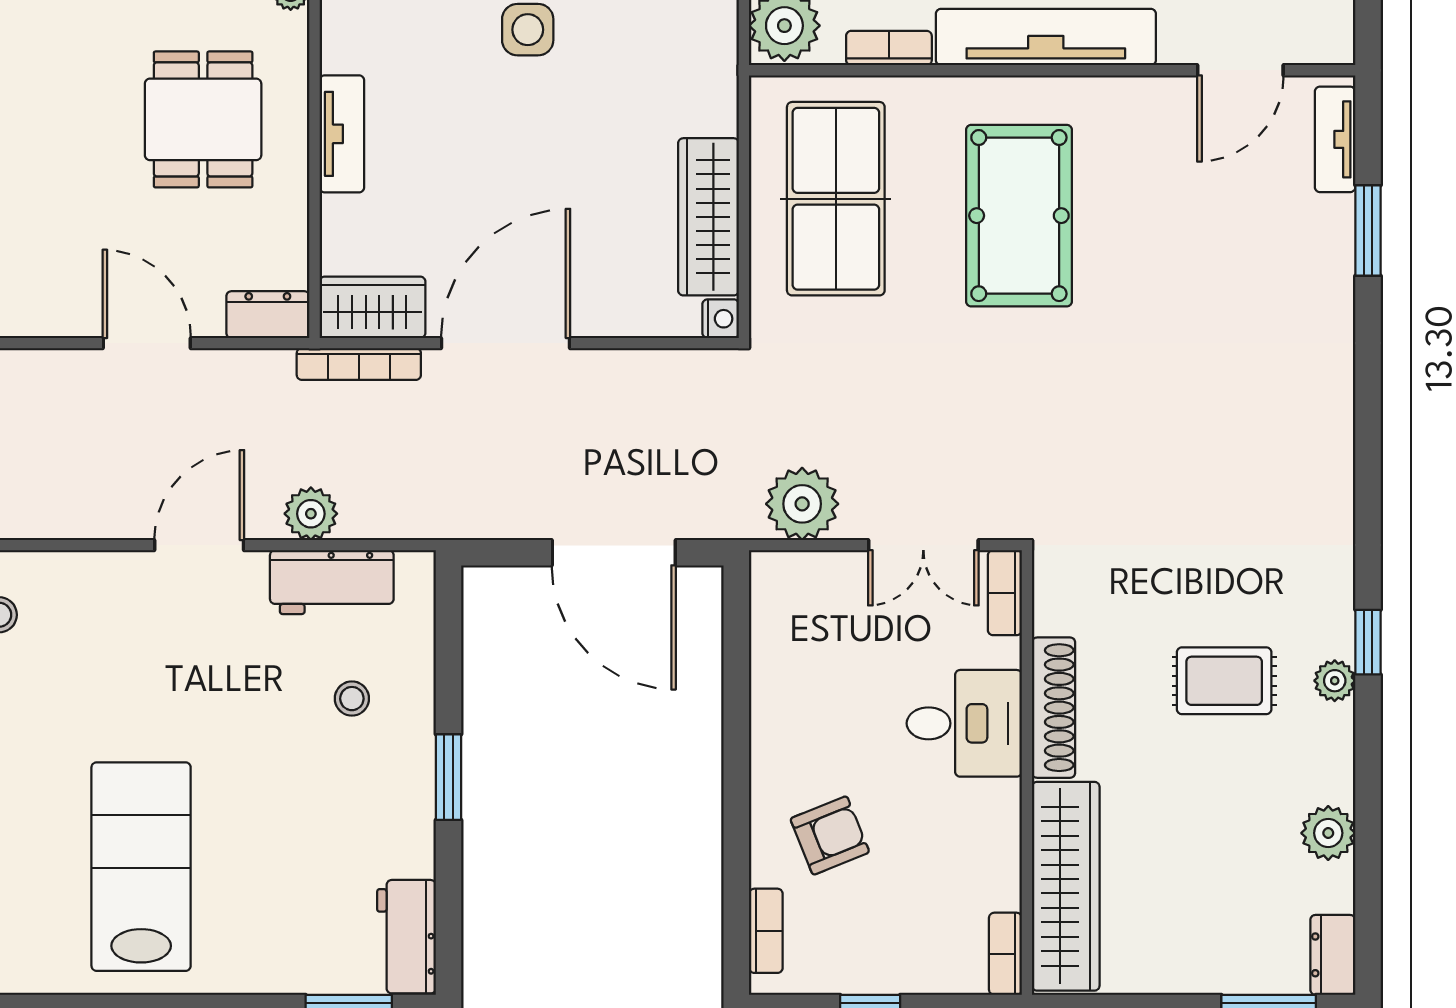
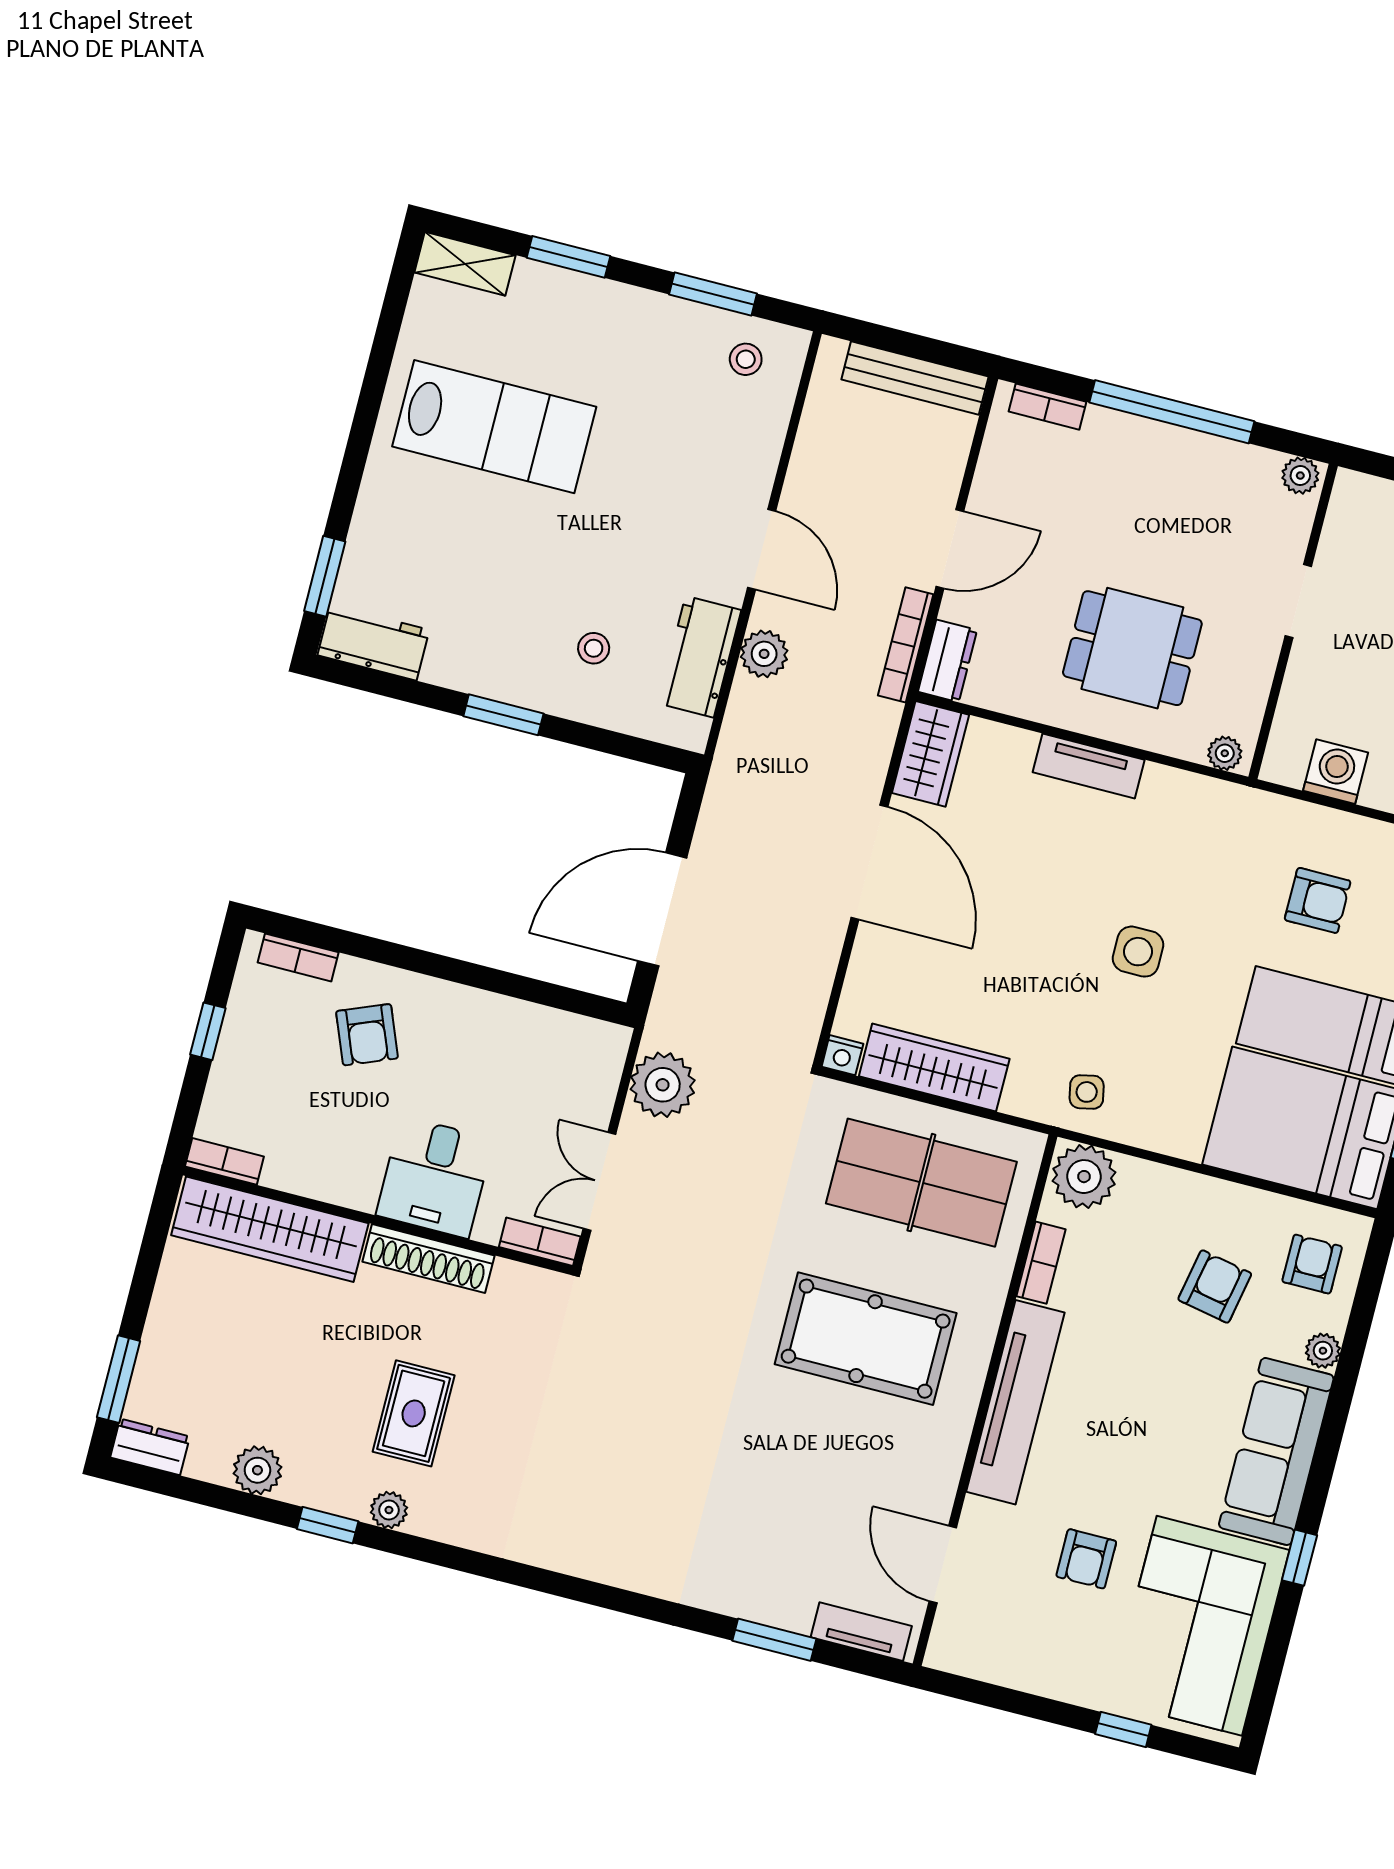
side table: (693, 46) -> (1087, 1092), added
bookcase: (359, 364) -> (906, 645), moved
window: (1368, 642) -> (328, 1525), moved

